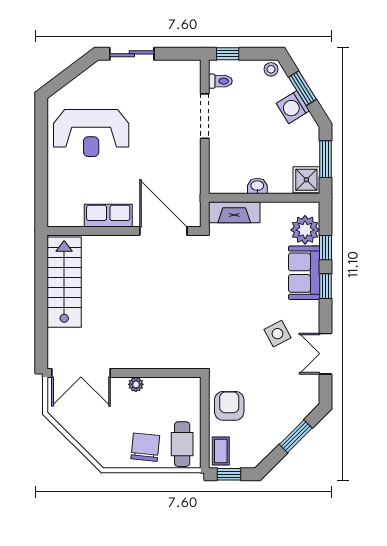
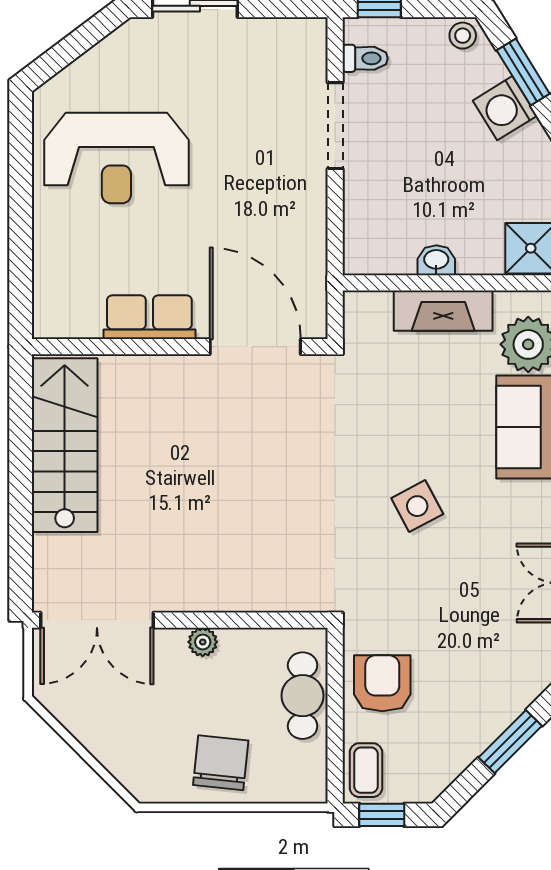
fireplace: (234, 212) -> (443, 311), moved
side table: (277, 334) -> (417, 506), moved
cafe table: (182, 444) -> (303, 696), moved

